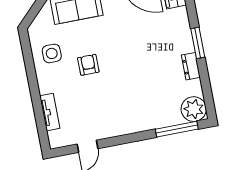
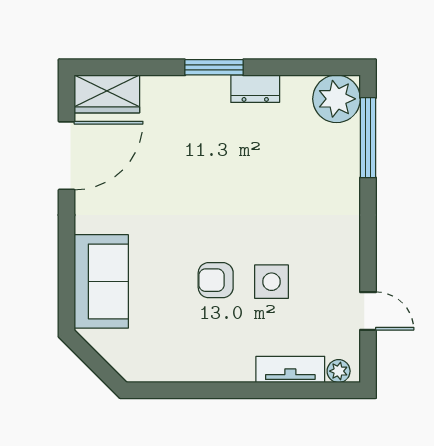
side table: (52, 53) -> (272, 282), moved
plant: (54, 137) -> (339, 371), added

